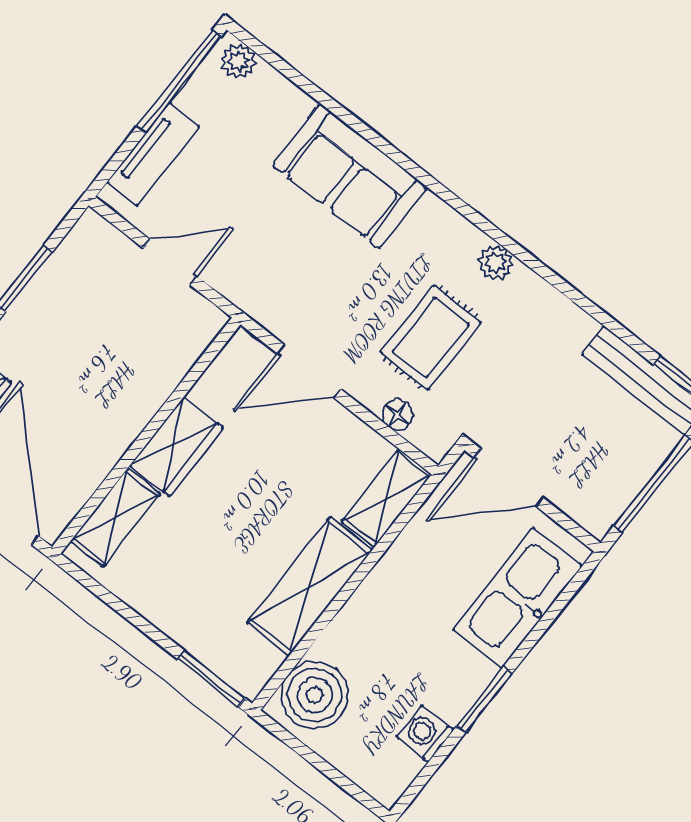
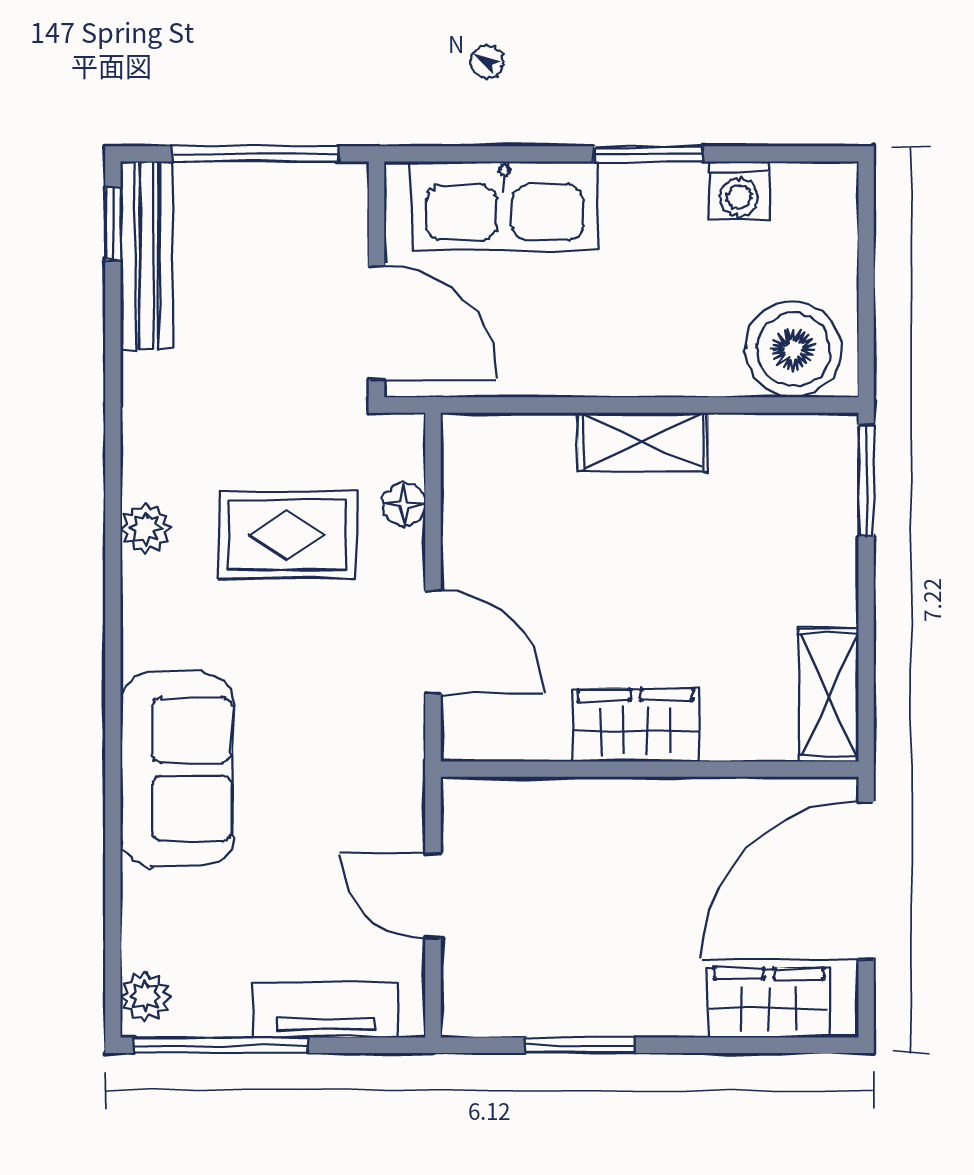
shelving: (387, 498) -> (507, 442), removed
shelving: (115, 518) -> (829, 695), moved, turned 90
shelving: (310, 586) -> (643, 442), width x0.67, depth x0.75

